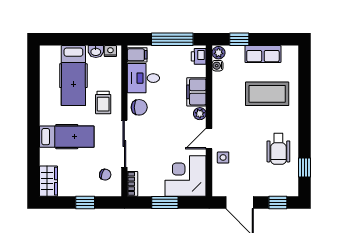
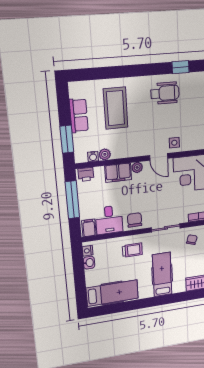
window: (239, 39) -> (67, 139), width x1.50
plant: (219, 53) -> (105, 154), moved
hospital bed: (73, 76) -> (112, 293), moved
sliding door: (124, 144) -> (166, 228), width x0.73

